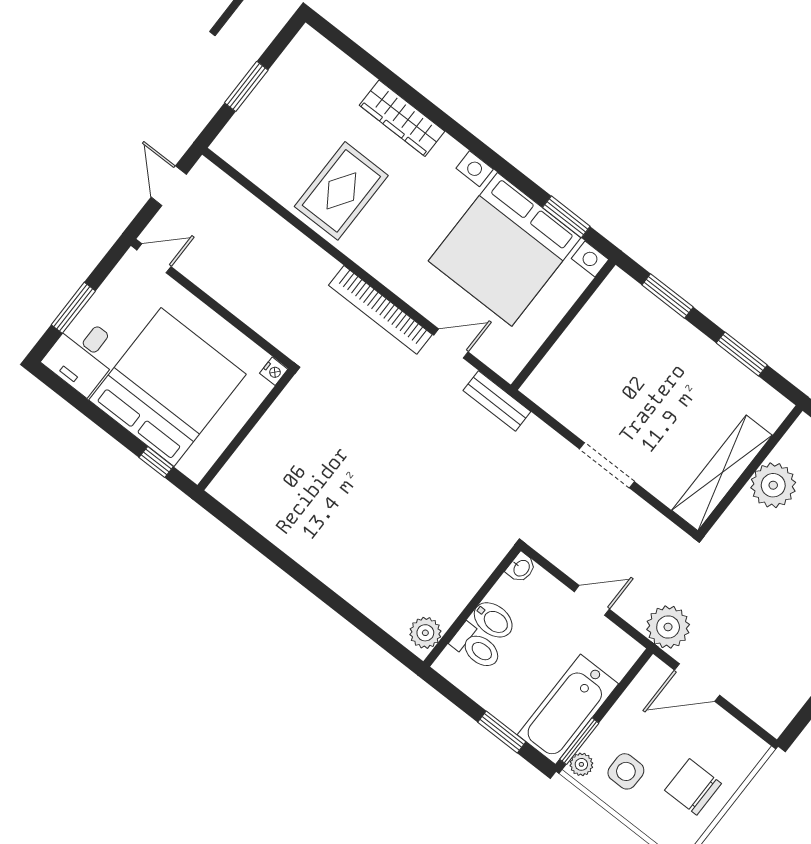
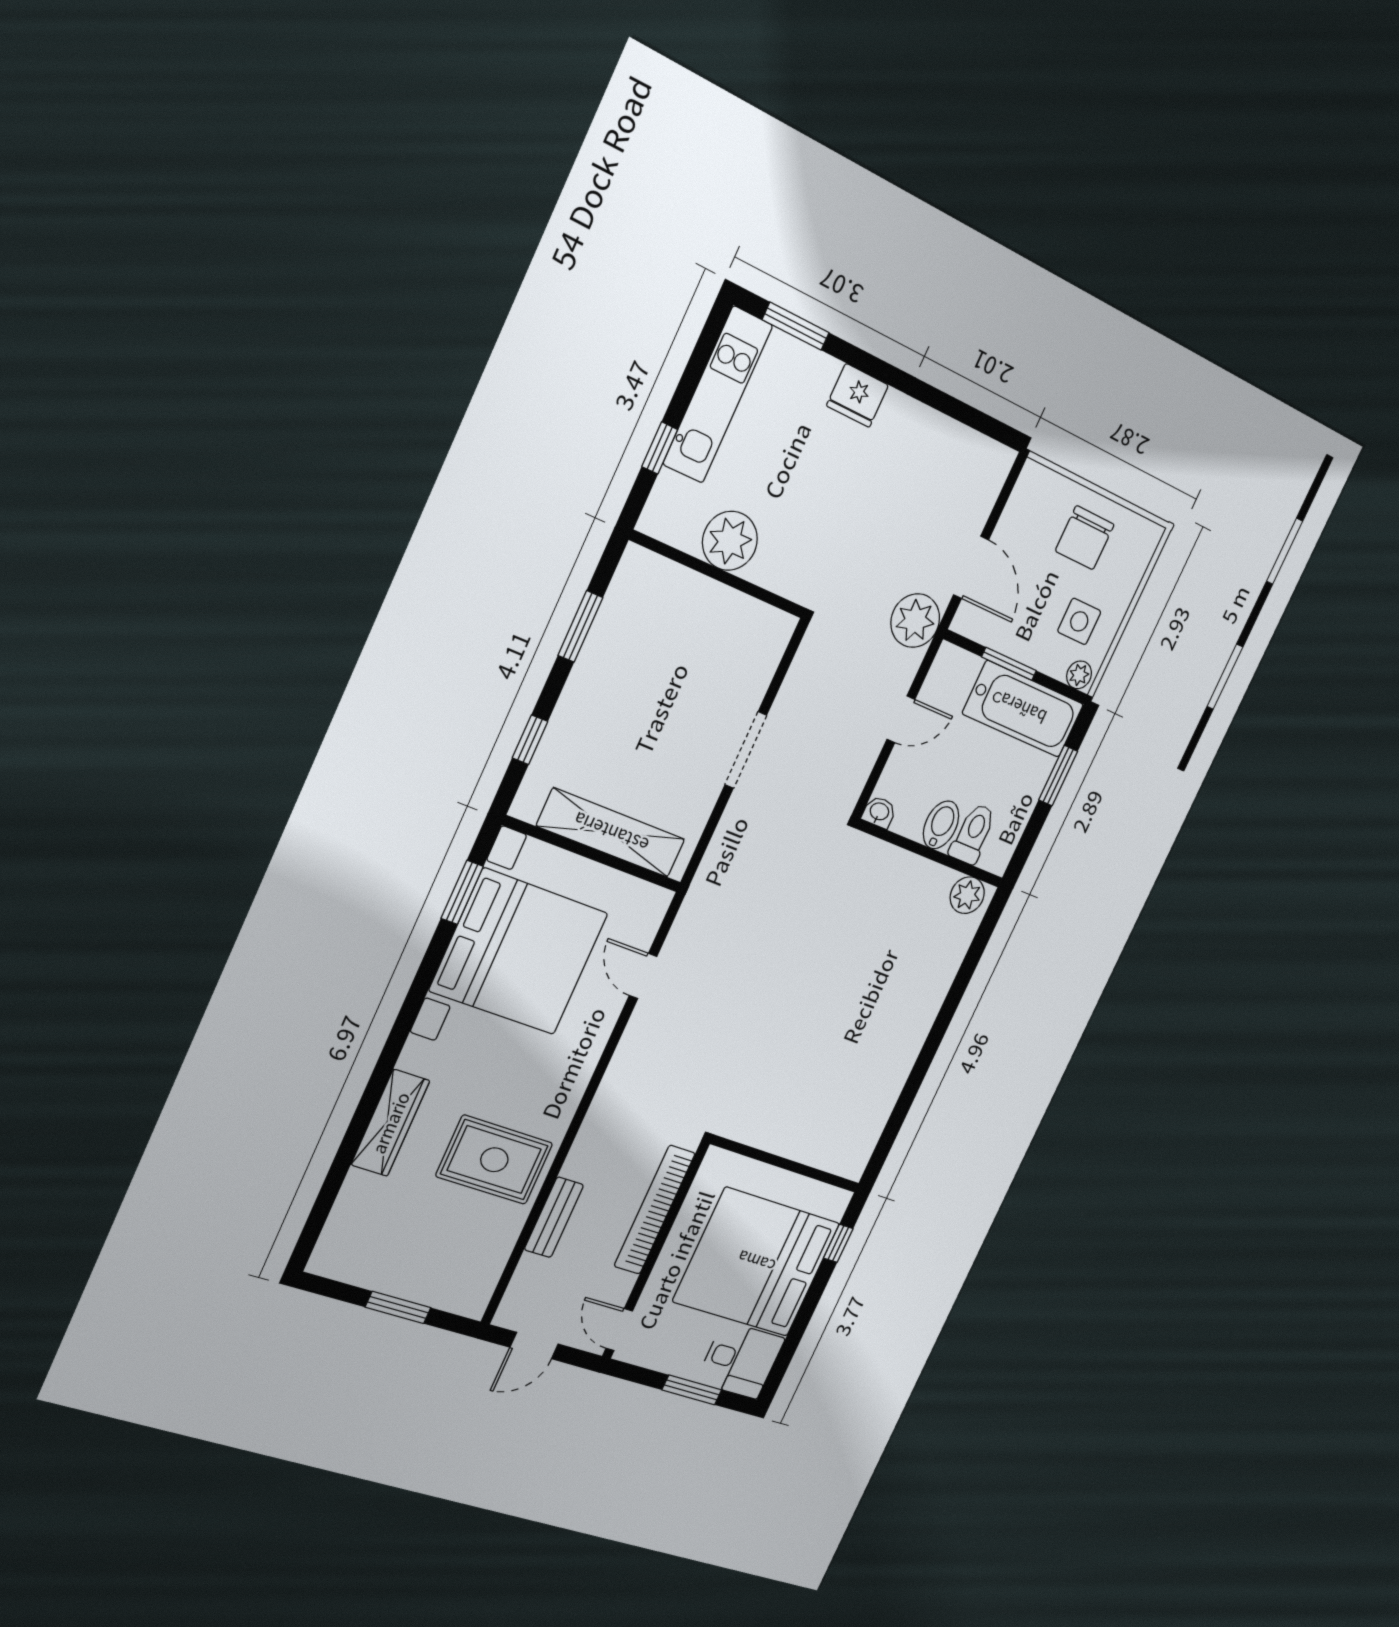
window: (668, 296) -> (530, 740), width x0.67
bookcase: (380, 310) -> (655, 1210), moved, turned 180
nightstand: (274, 371) -> (716, 1158), removed
bench: (497, 401) -> (554, 1217), moved
shelving: (722, 473) -> (611, 833), moved
door: (592, 600) -> (901, 719), swing flipped
window: (579, 741) -> (1009, 664), moved

